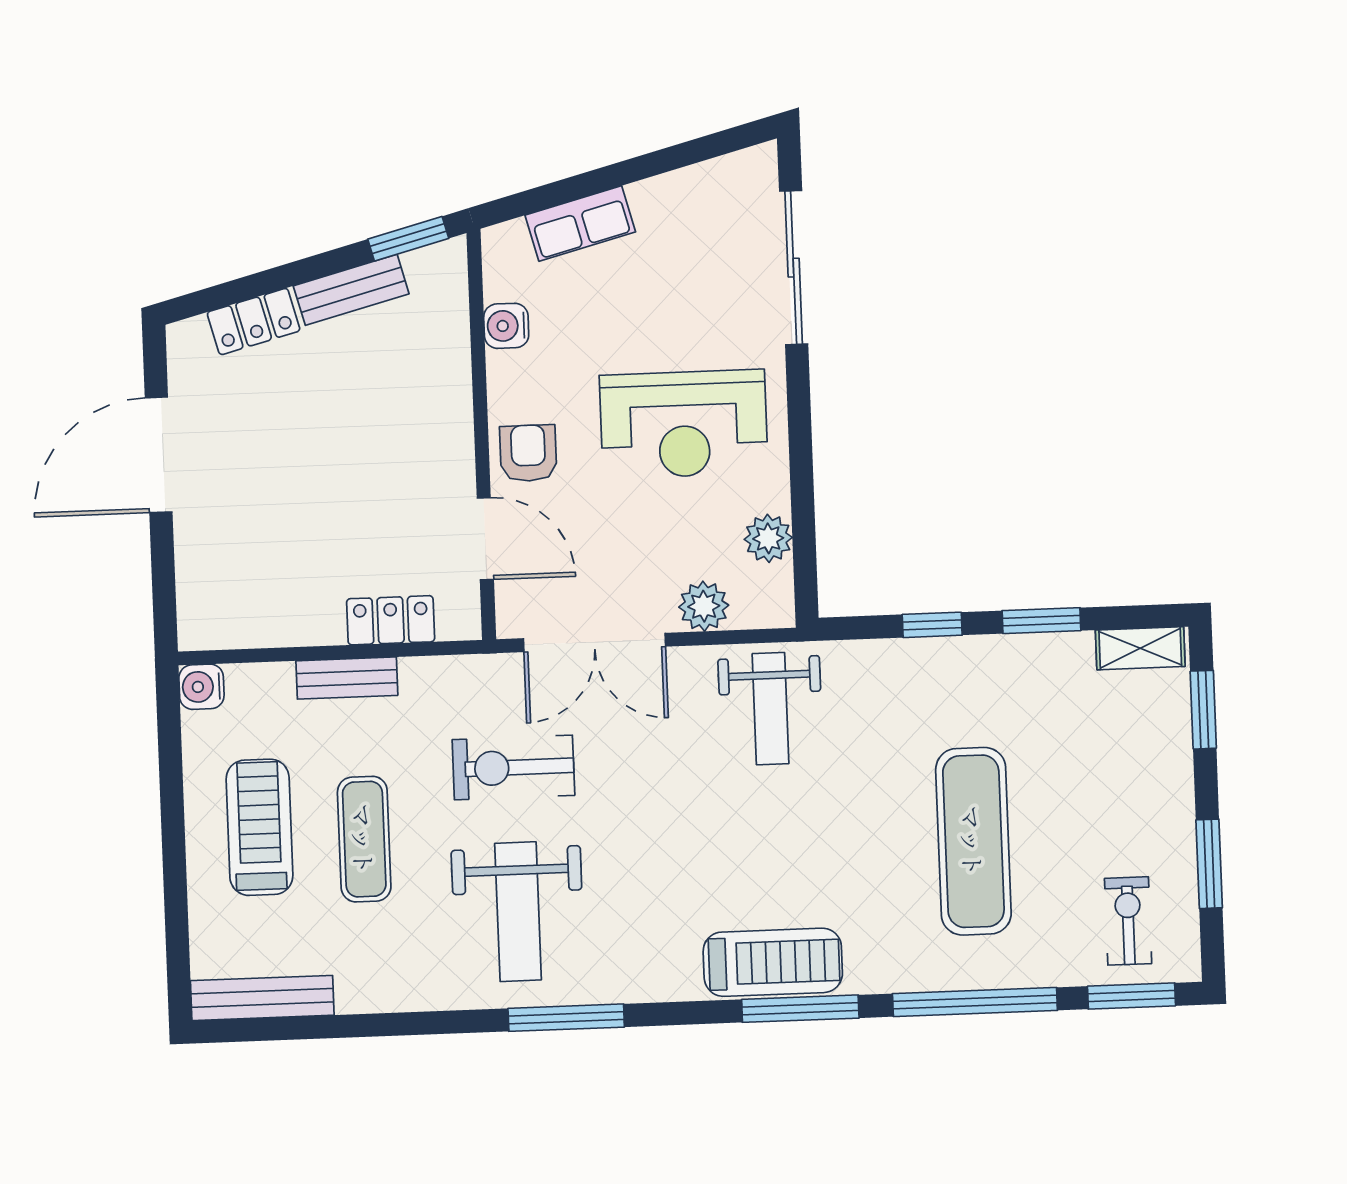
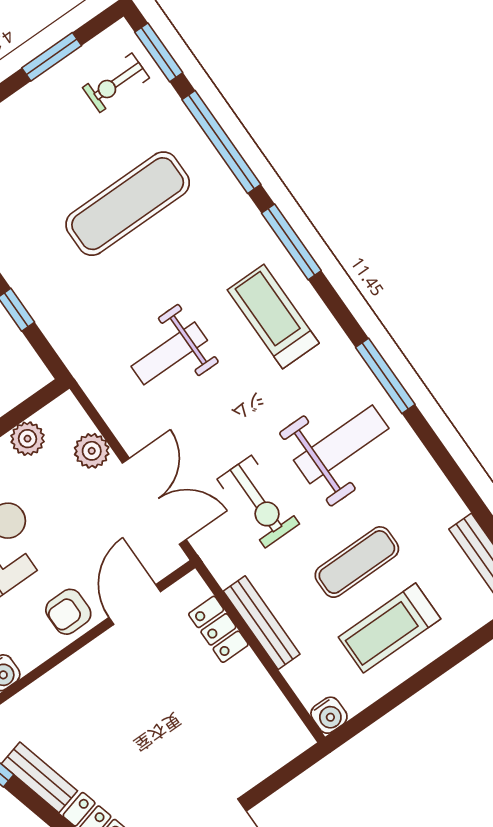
bench: (347, 678) -> (262, 623), width x1.36
weight bench: (771, 709) -> (169, 353), moved, turned 180
treadmill: (773, 962) -> (273, 317), moved

